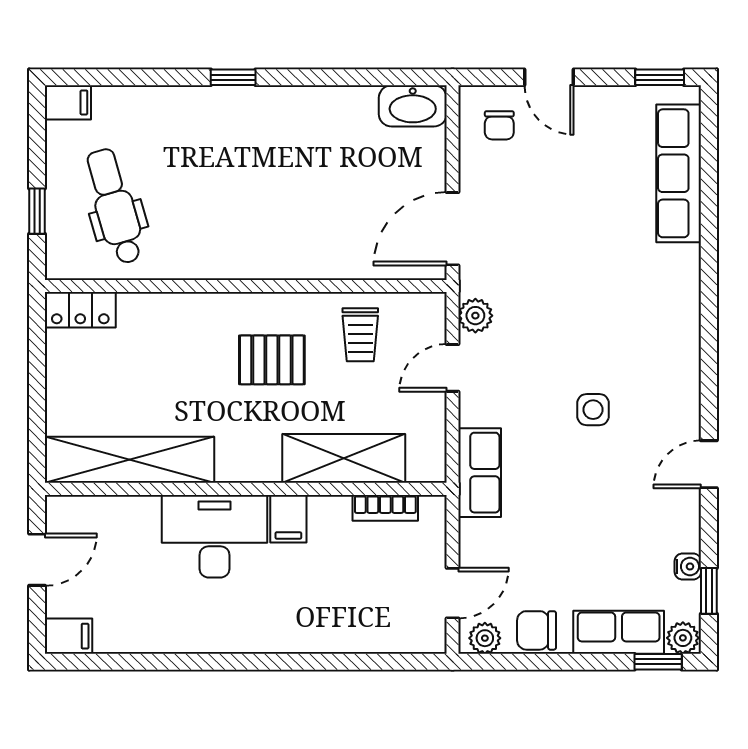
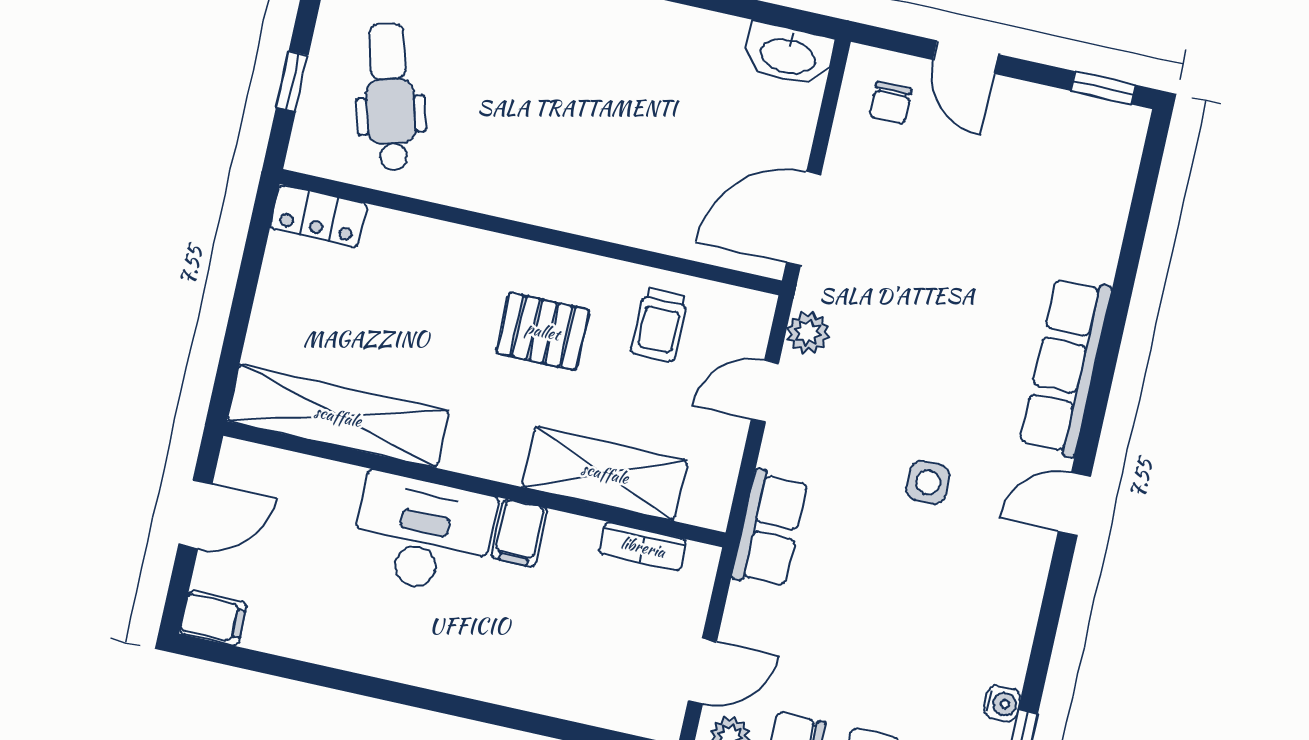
row of seats: (679, 173) -> (1066, 366), moved
door: (709, 464) -> (1074, 504), moved

